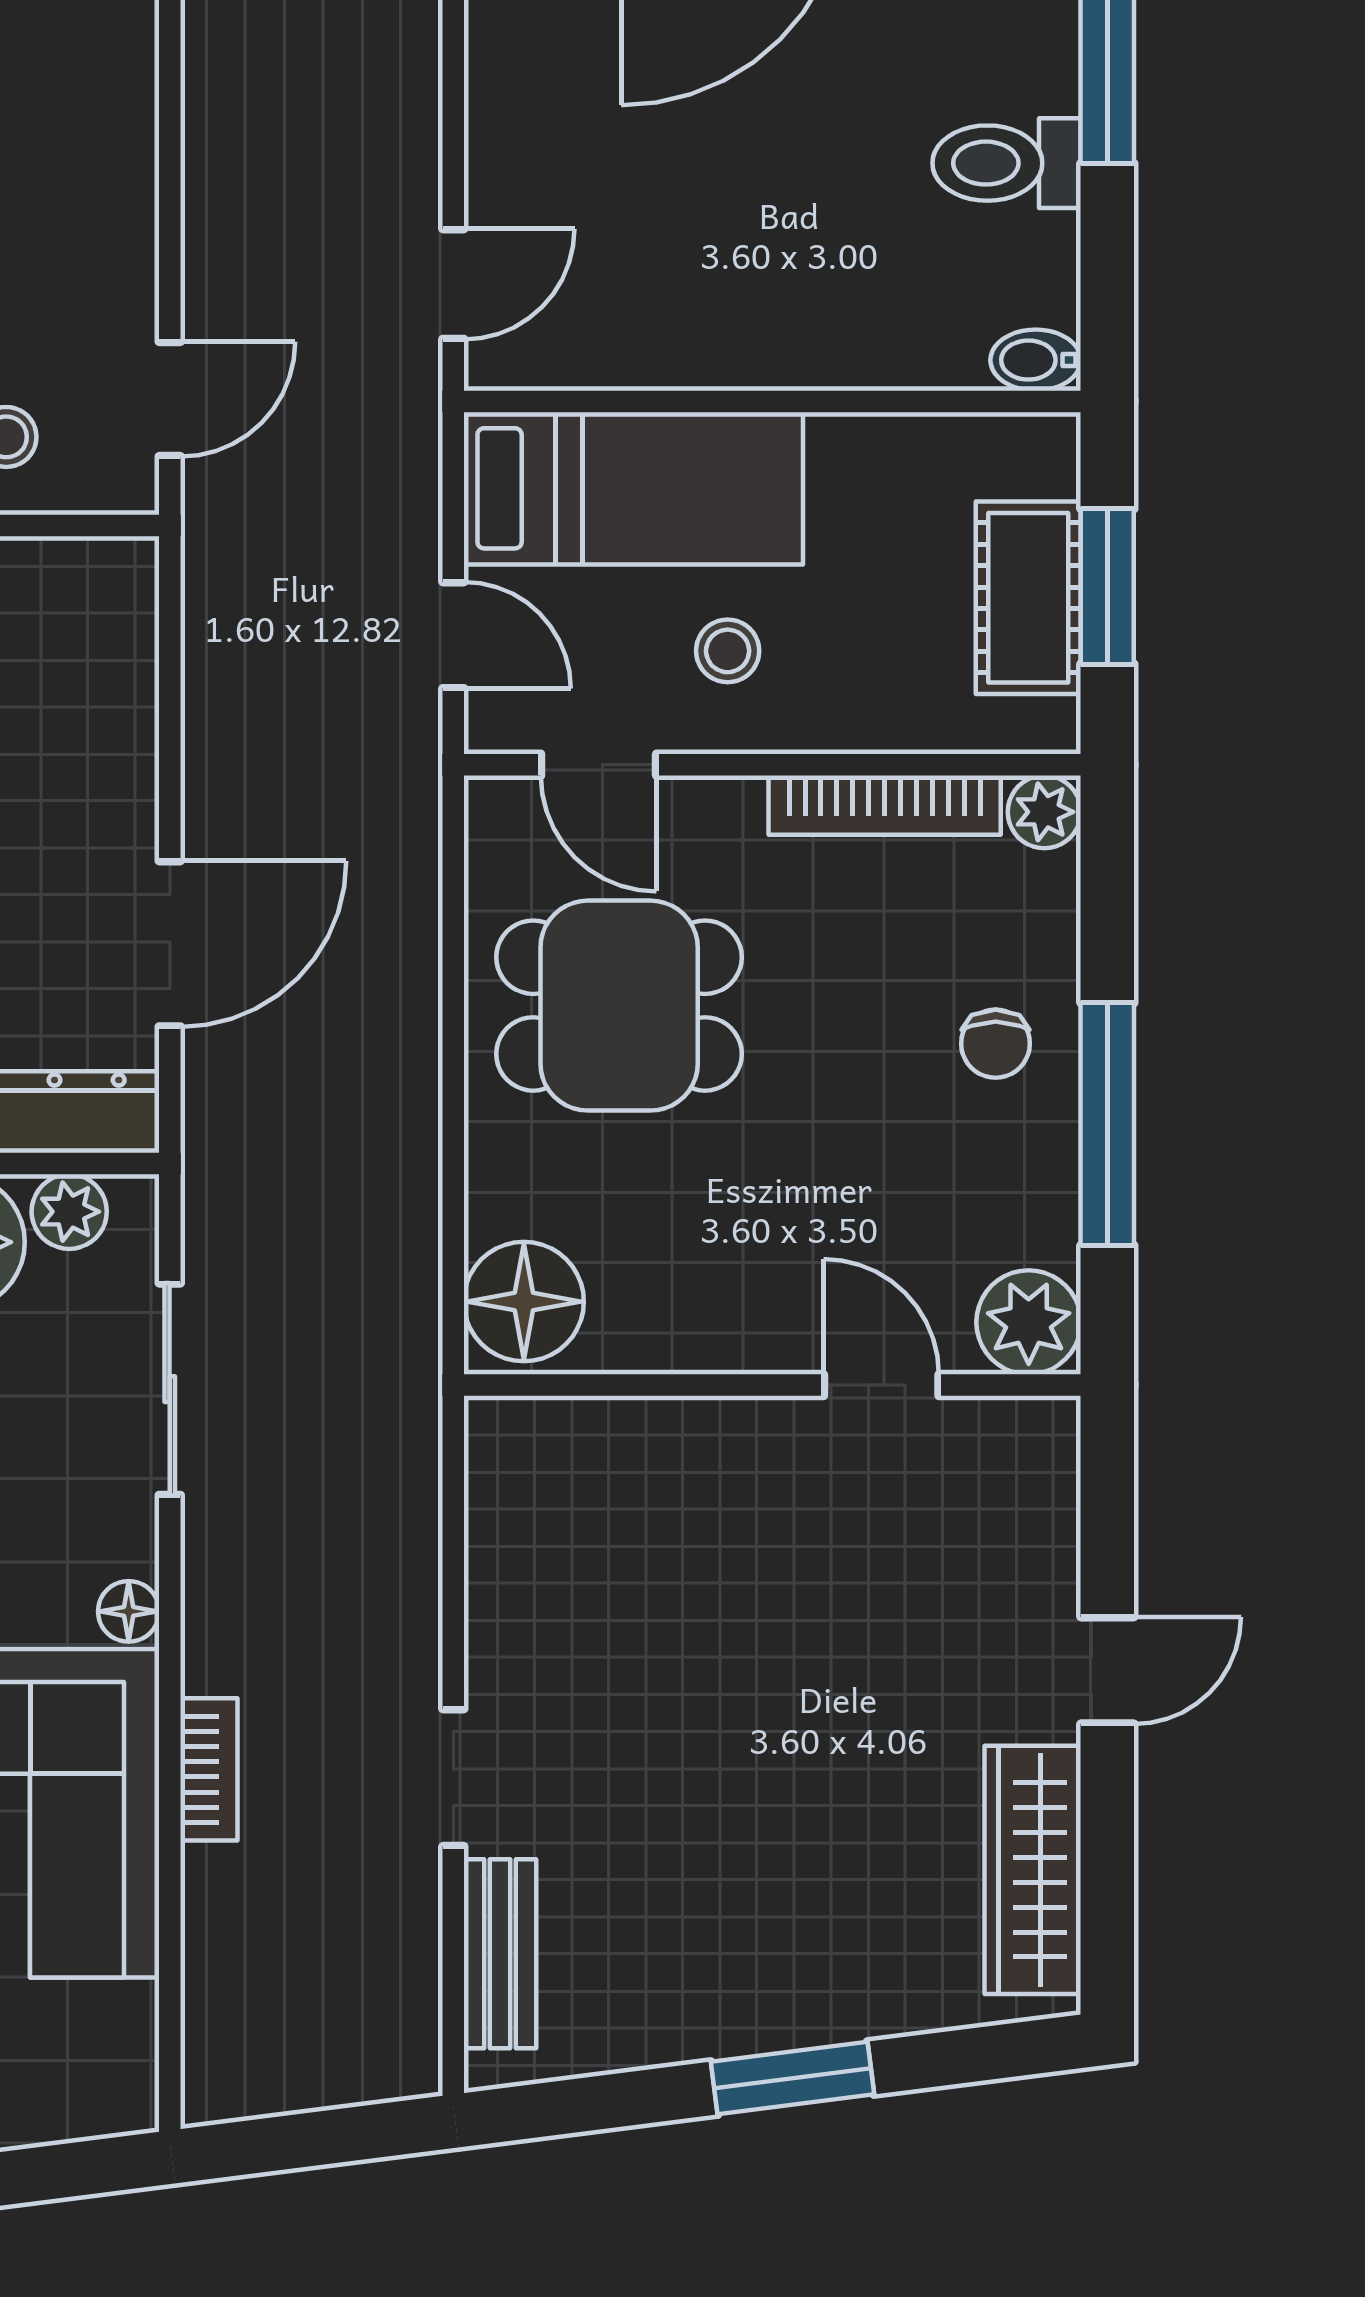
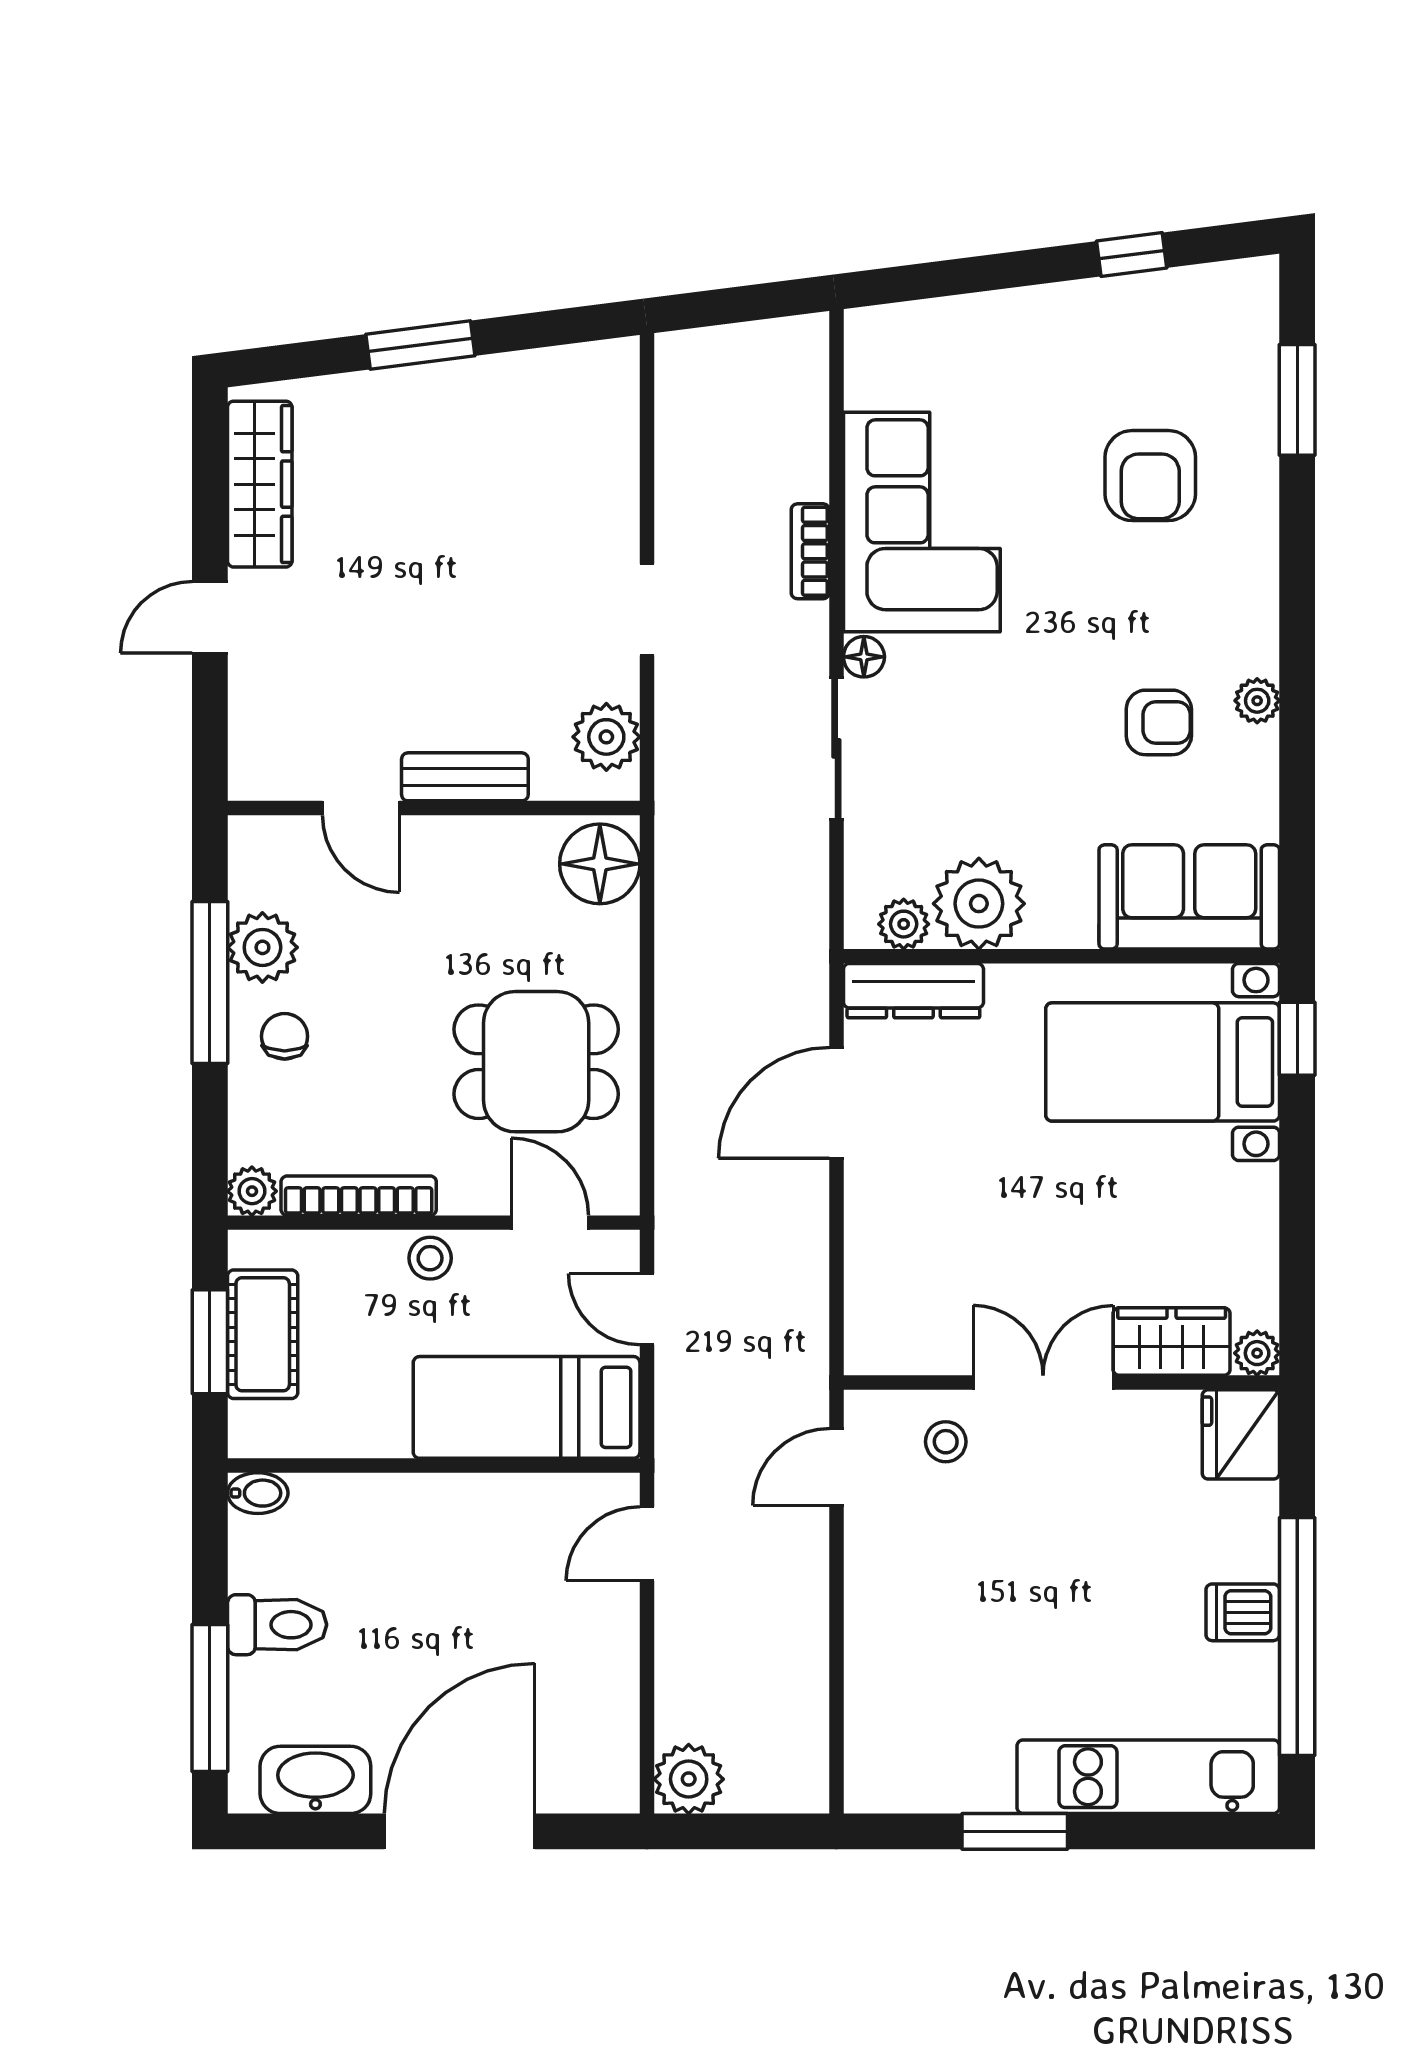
stool: (728, 651) -> (430, 1258), moved
plant: (1029, 1322) -> (262, 947), moved
sliding door: (170, 1389) -> (836, 748), moved
plant: (514, 1492) -> (606, 737), added
doorway: (453, 1778) -> (647, 610), moved
bench: (500, 1954) -> (465, 777), moved, turned 90

